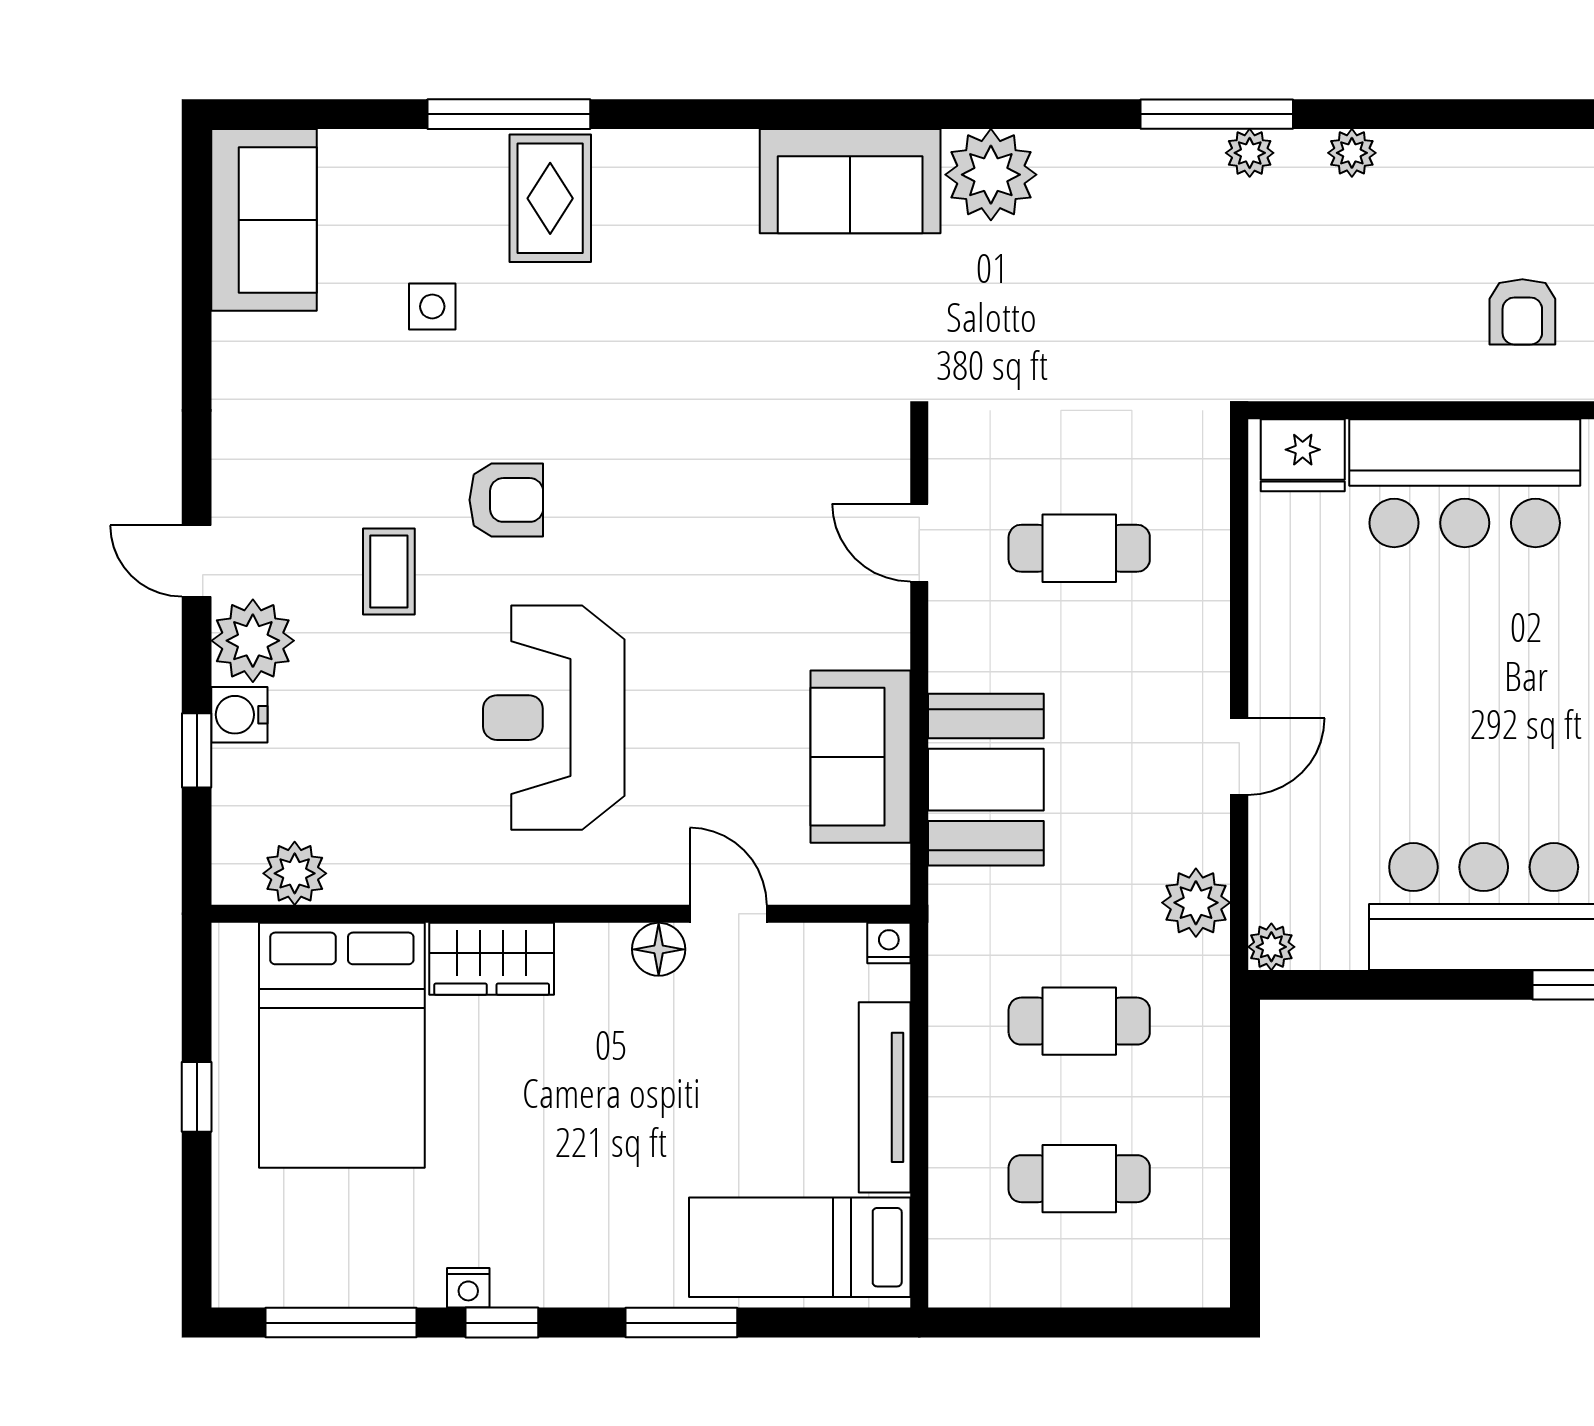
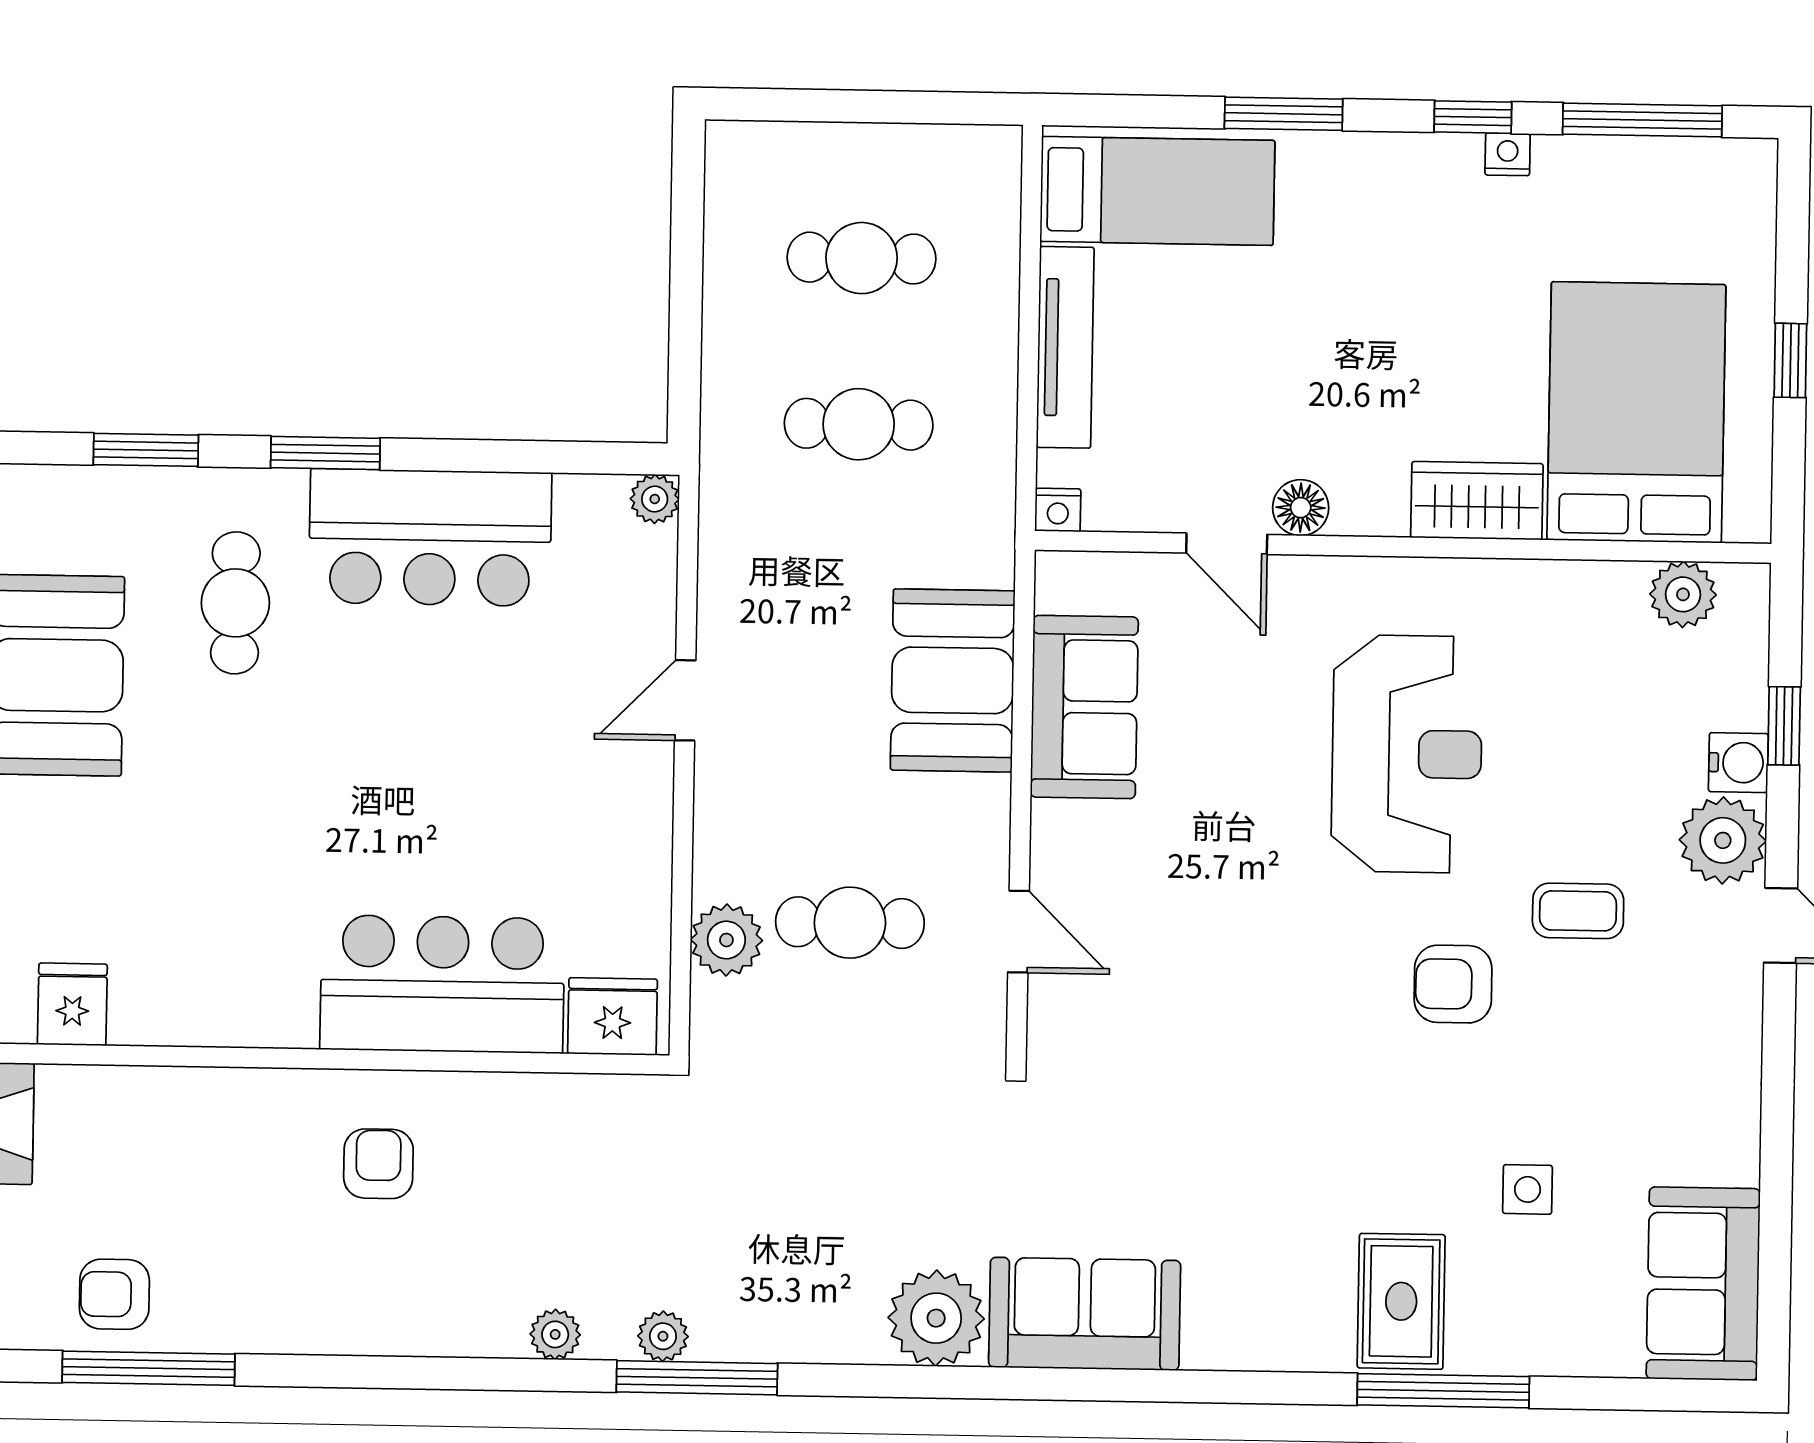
coffee table: (389, 571) -> (1578, 911), turned 90
plant: (1196, 903) -> (726, 940), moved

